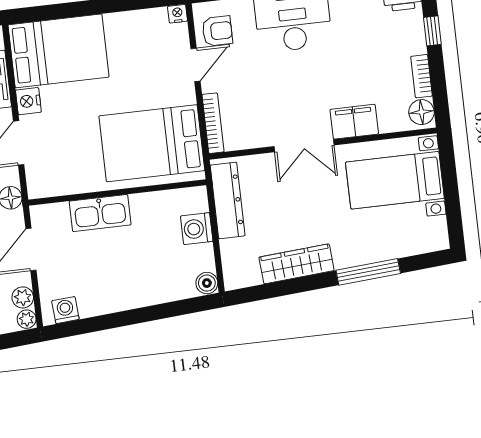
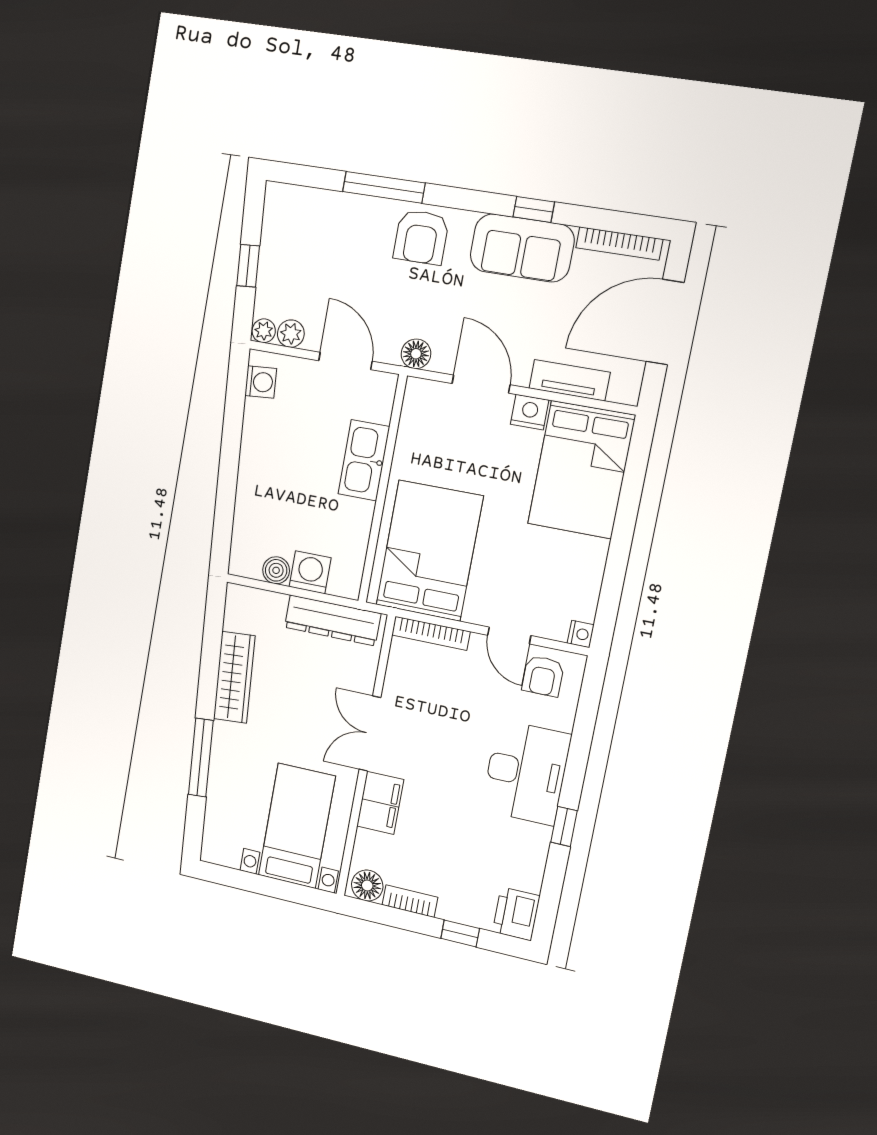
boiler: (207, 283) -> (276, 570), moved

